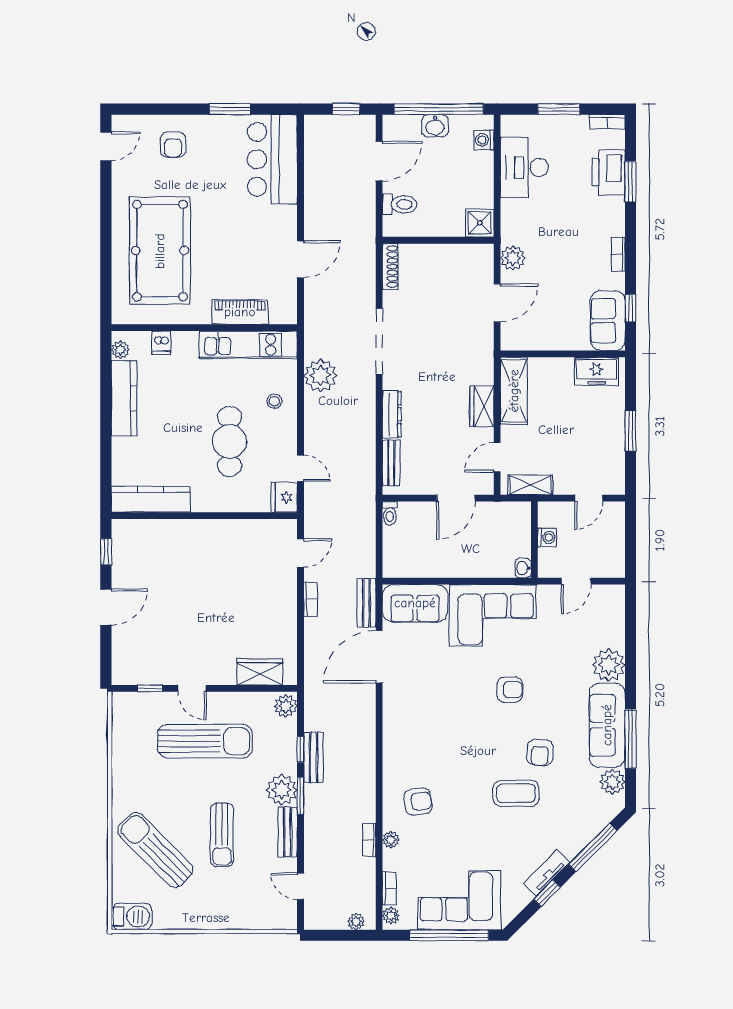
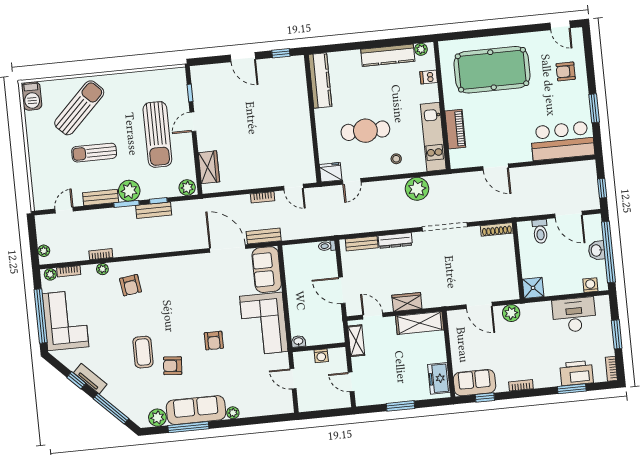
plant: (609, 665) -> (233, 413), width x0.53, depth x0.53

